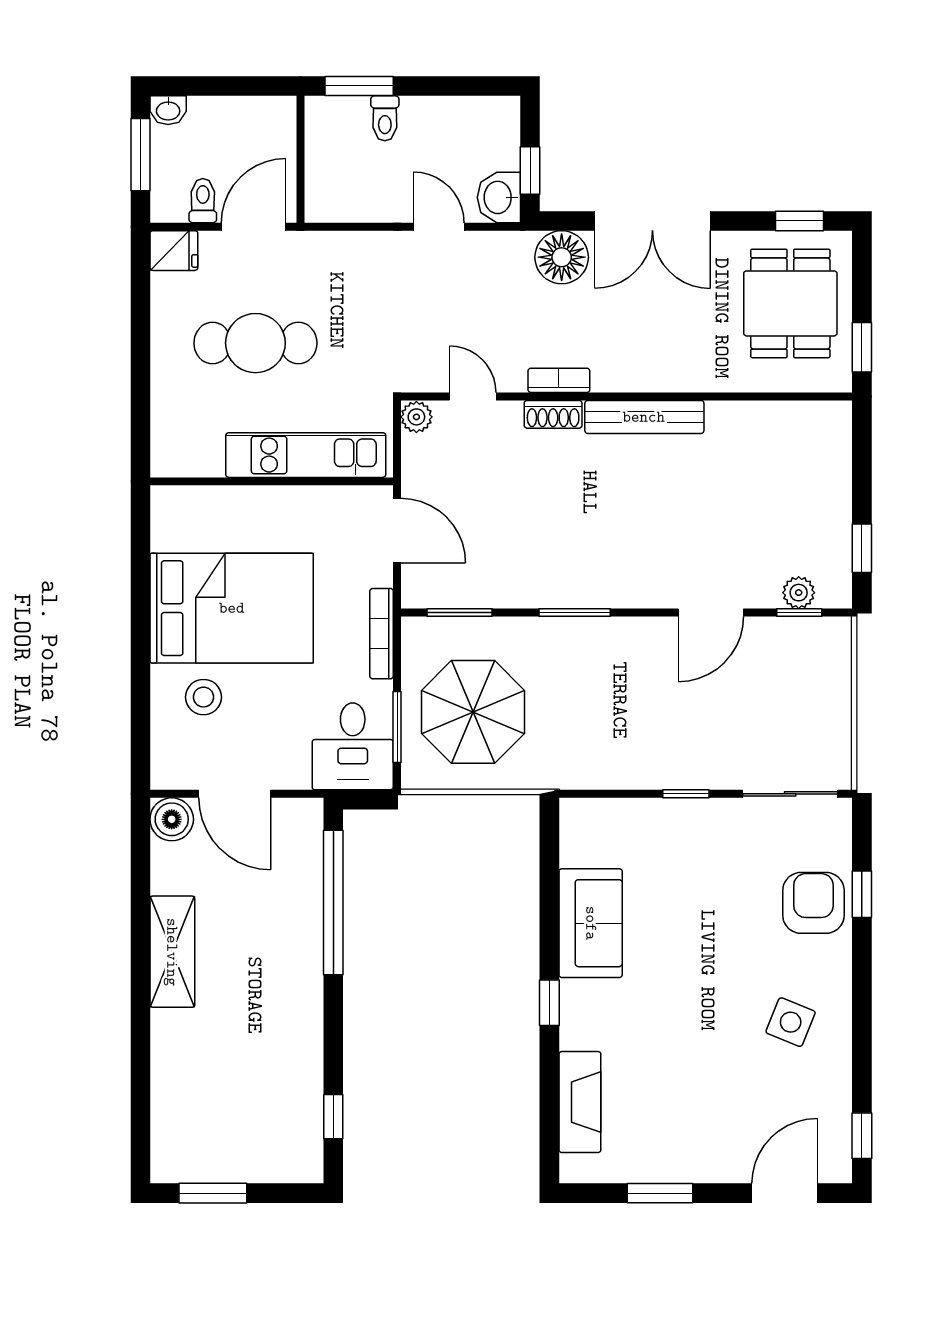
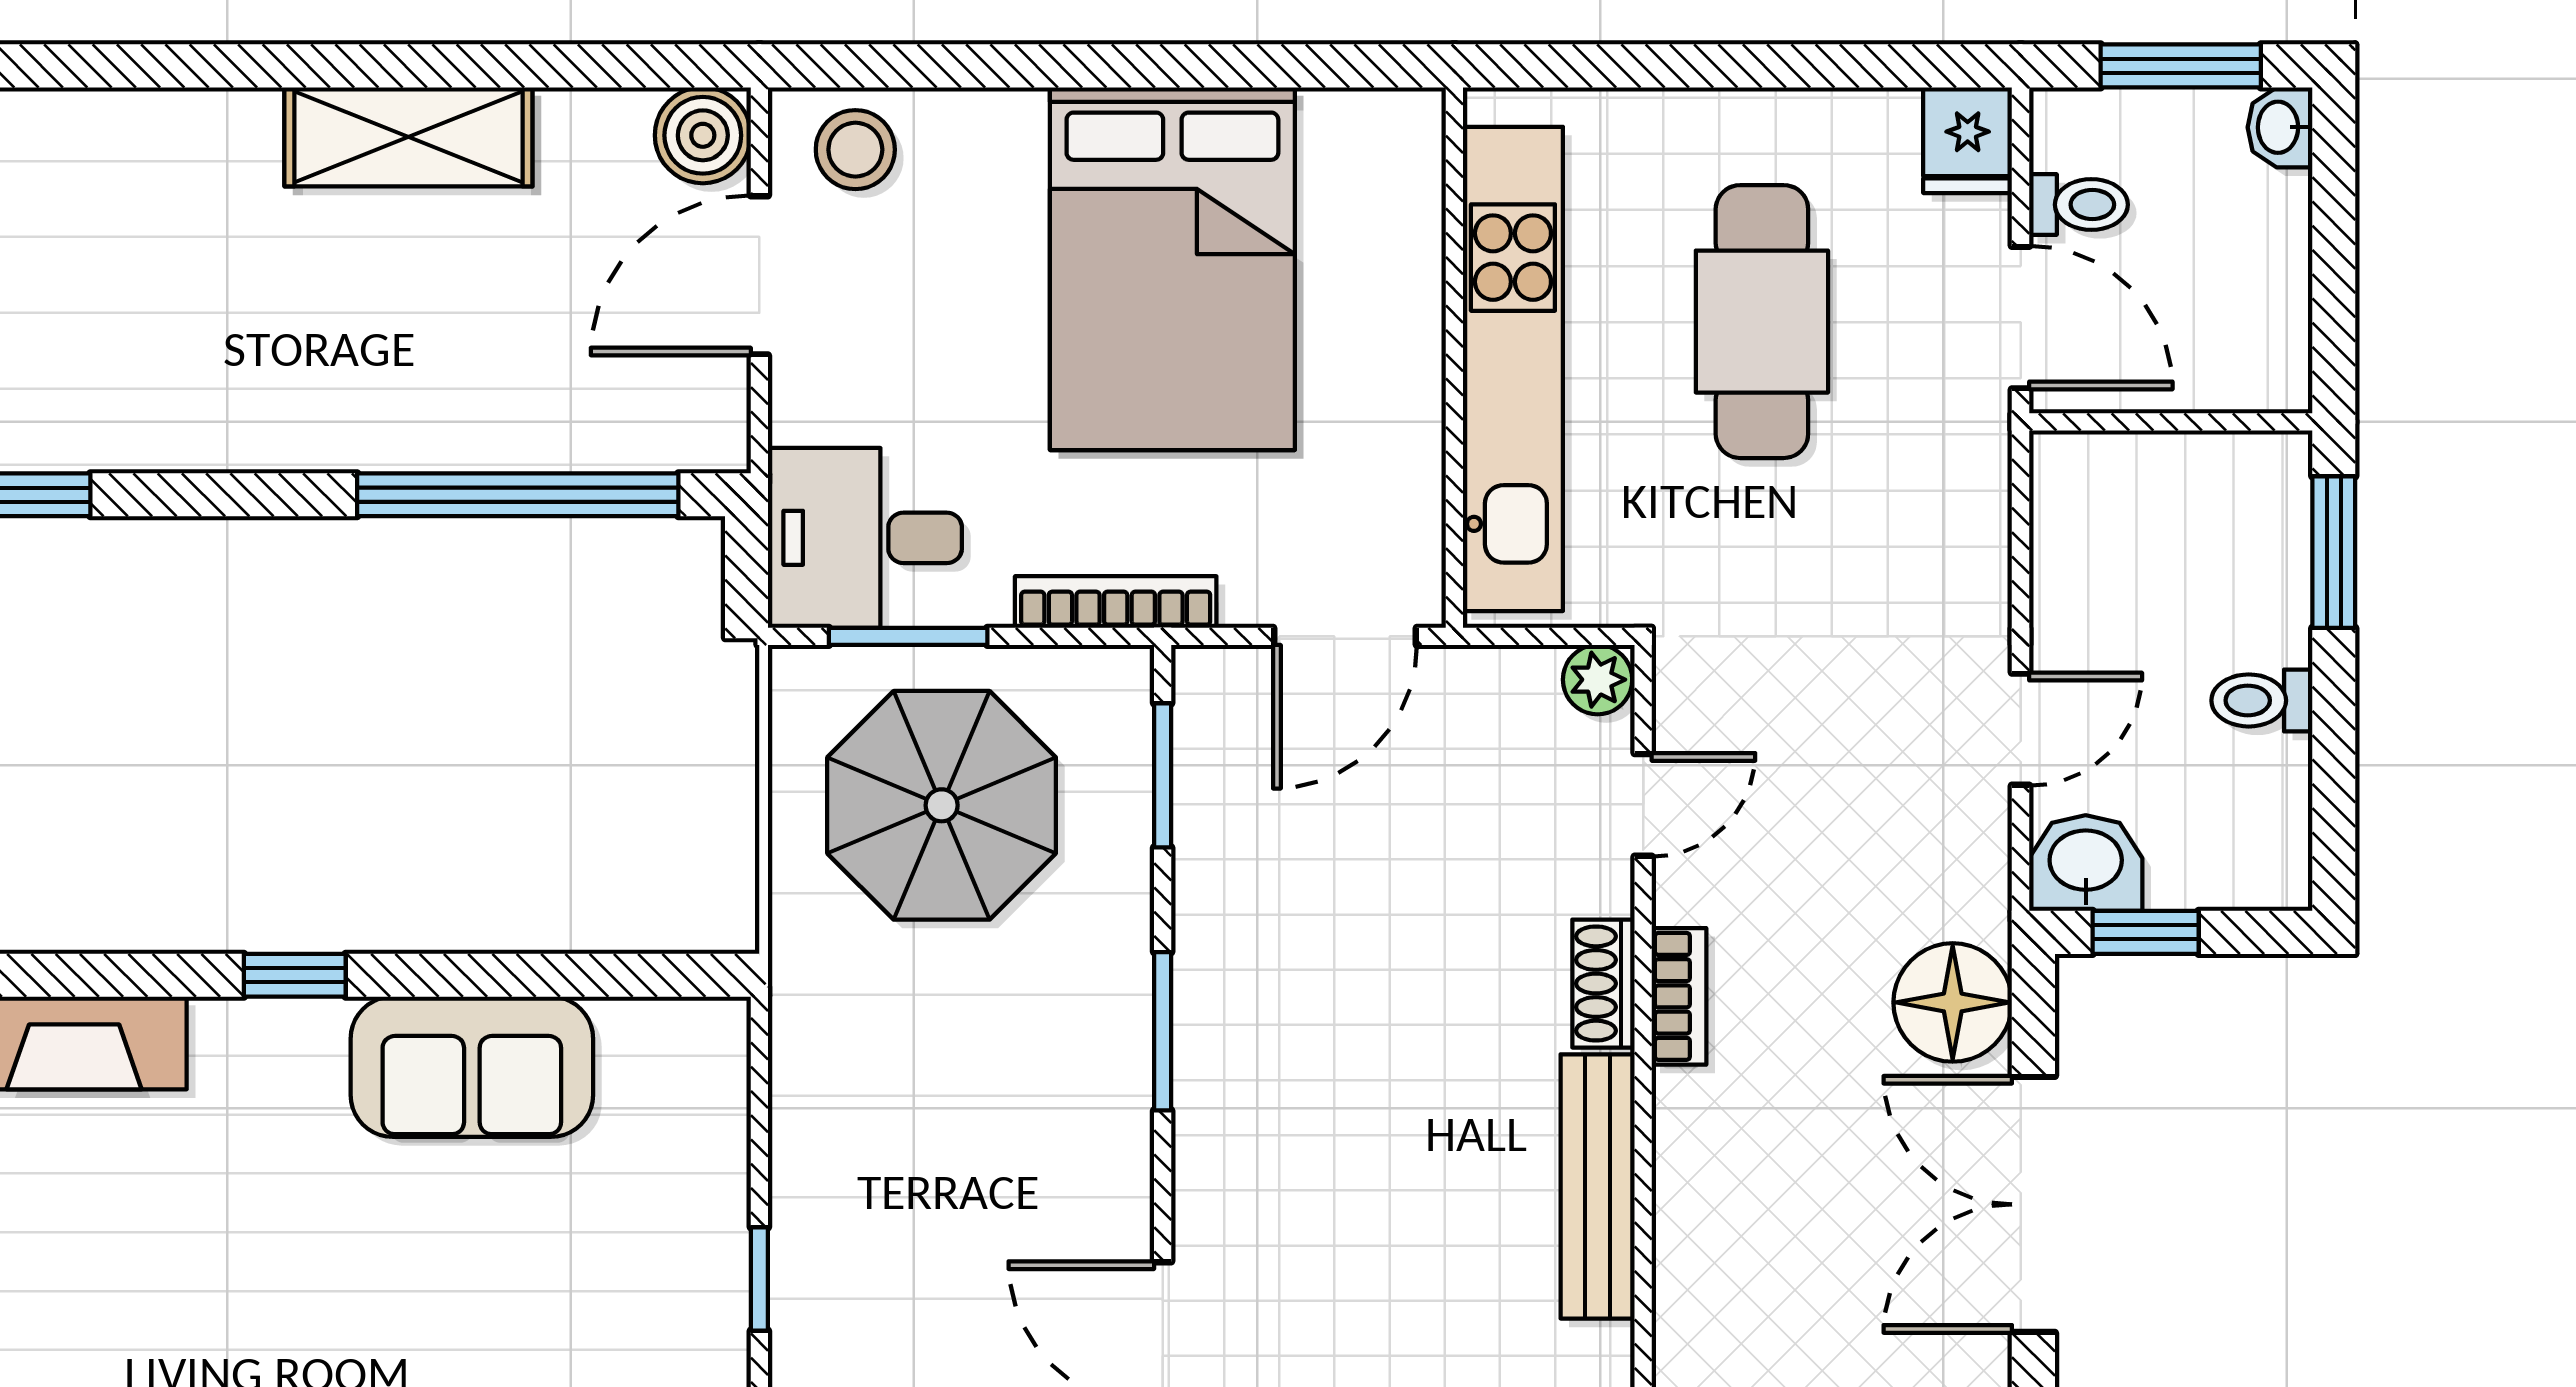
toilet: (385, 118) -> (2262, 700), moved
kitchen unit: (306, 455) -> (1513, 369), width x1.36
stool: (203, 697) -> (855, 150), moved

